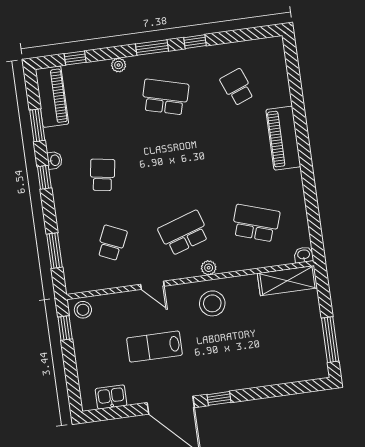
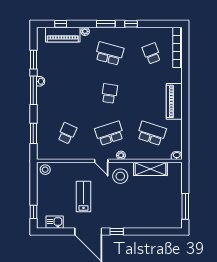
bookcase: (280, 71) -> (177, 47), added
piano: (52, 97) -> (63, 35), moved, turned 90
piano: (283, 138) -> (174, 101), moved
school desk: (102, 175) -> (109, 93), moved
window: (44, 177) -> (33, 90), width x2.17
shelving: (287, 281) -> (150, 169), moved
door: (152, 285) -> (101, 161), moved
window: (65, 328) -> (33, 212), moved
lab bench: (154, 347) -> (84, 196), turned 90

